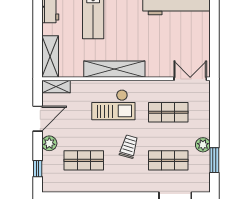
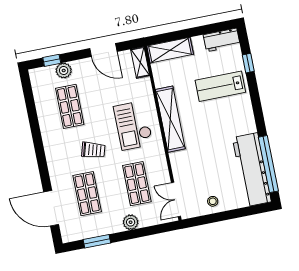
stool: (199, 45) -> (213, 201), added
double door: (190, 79) -> (176, 200), swing flipped
plant: (49, 143) -> (64, 71), moved
plant: (203, 145) -> (131, 222), moved

